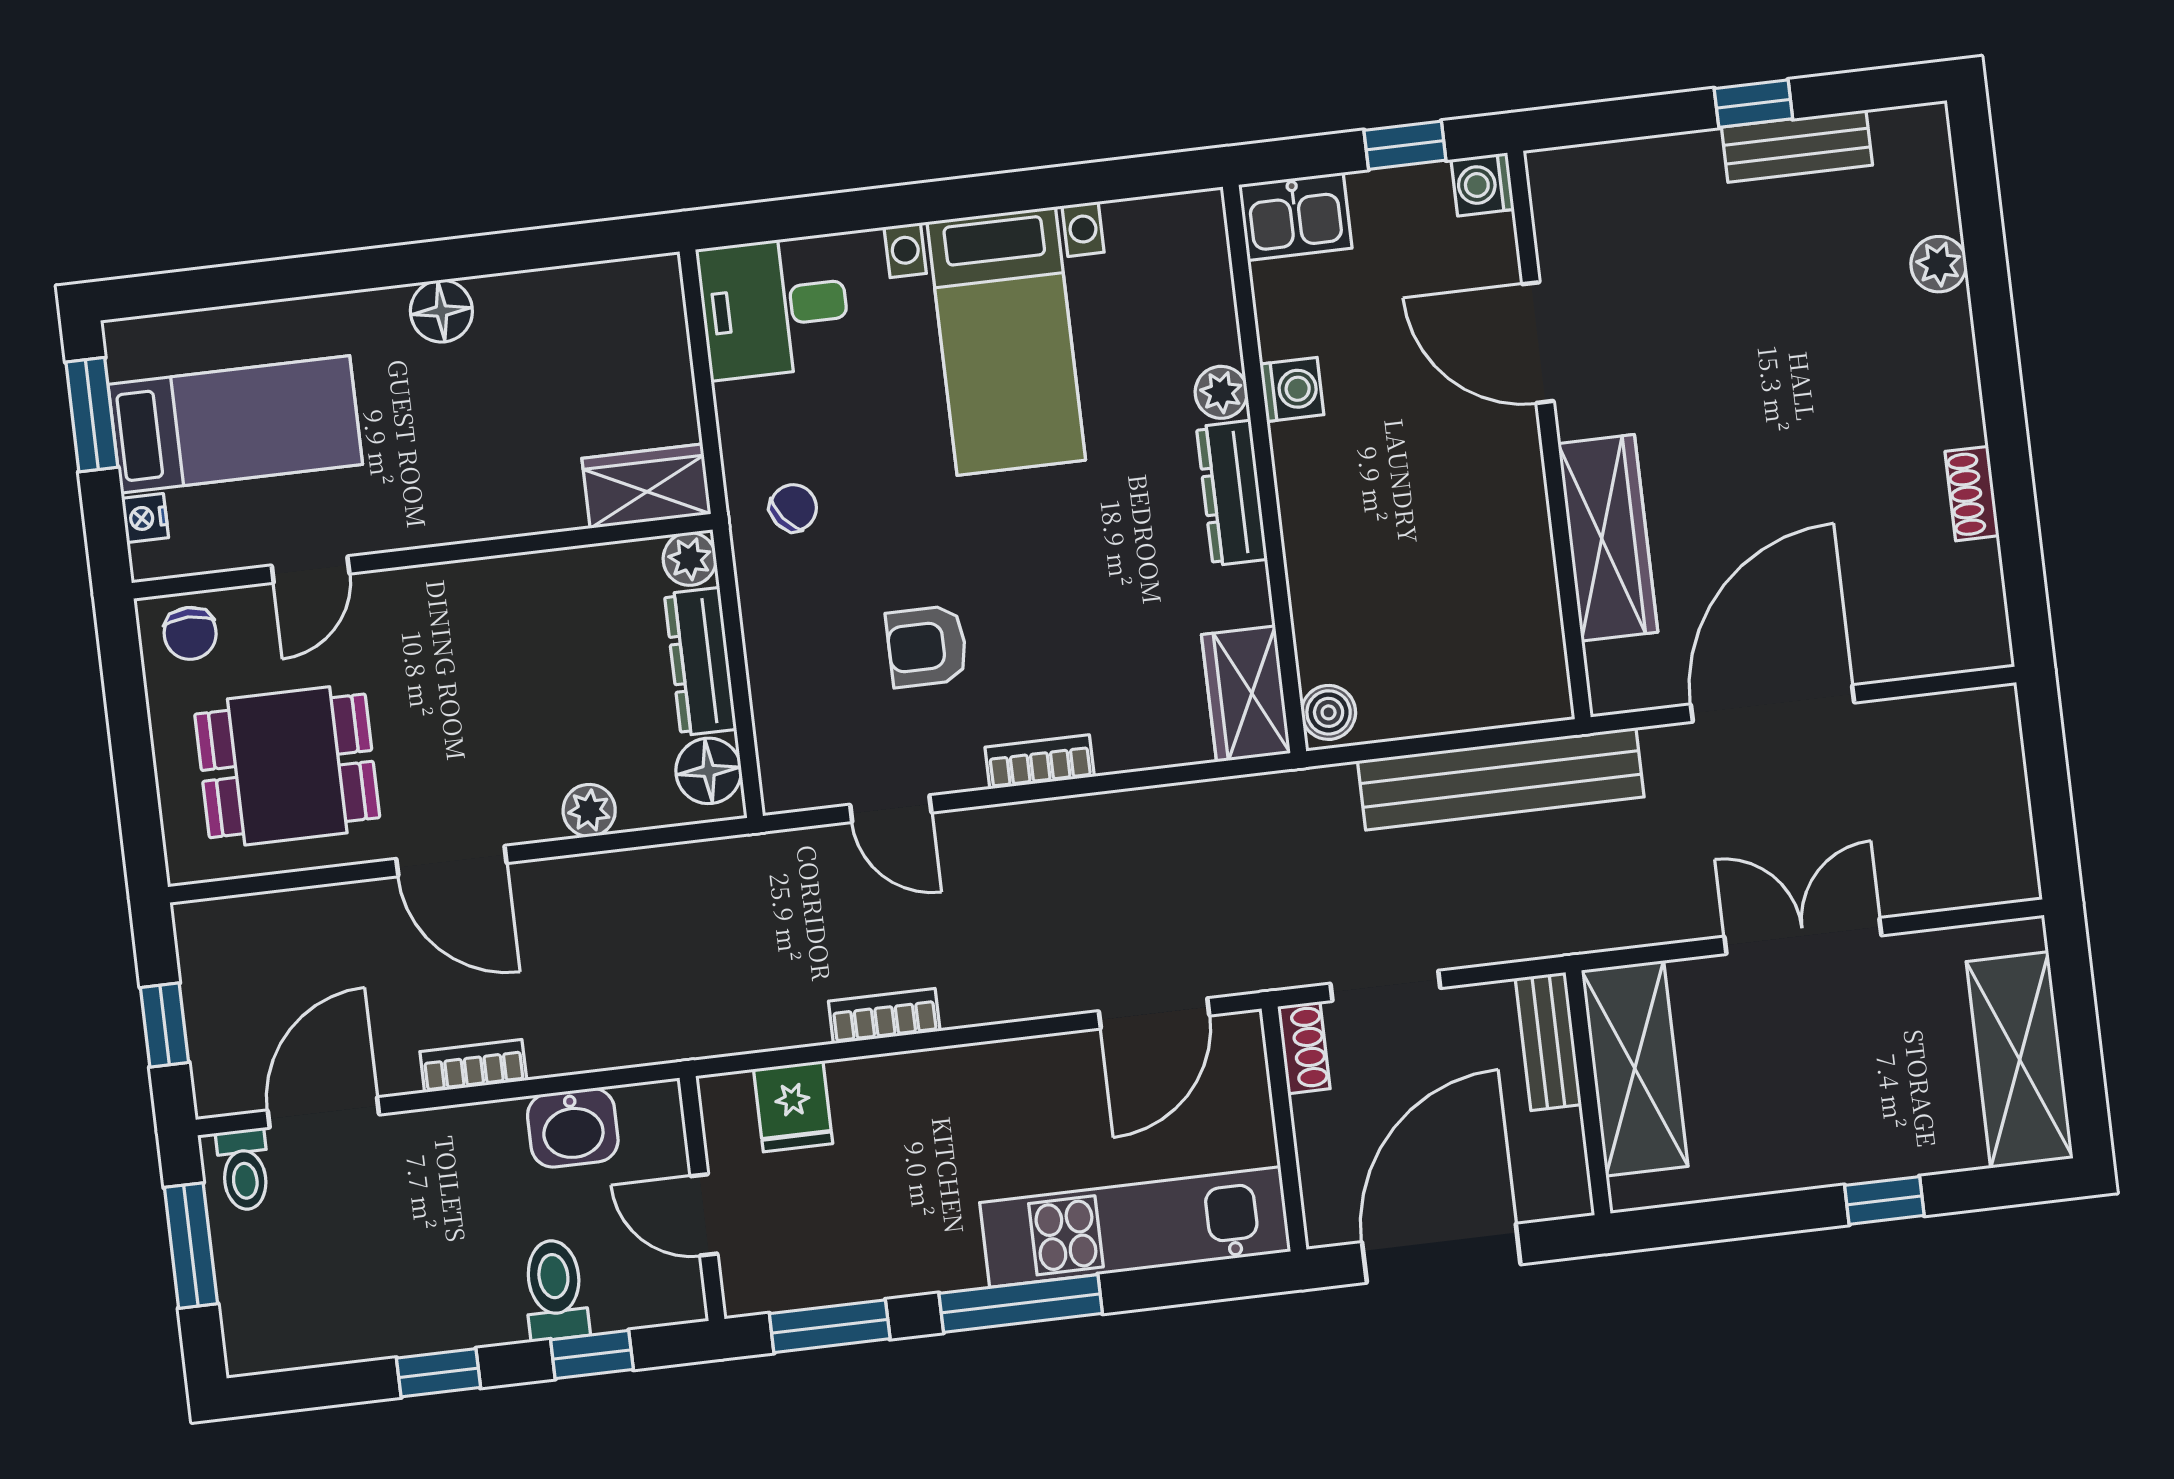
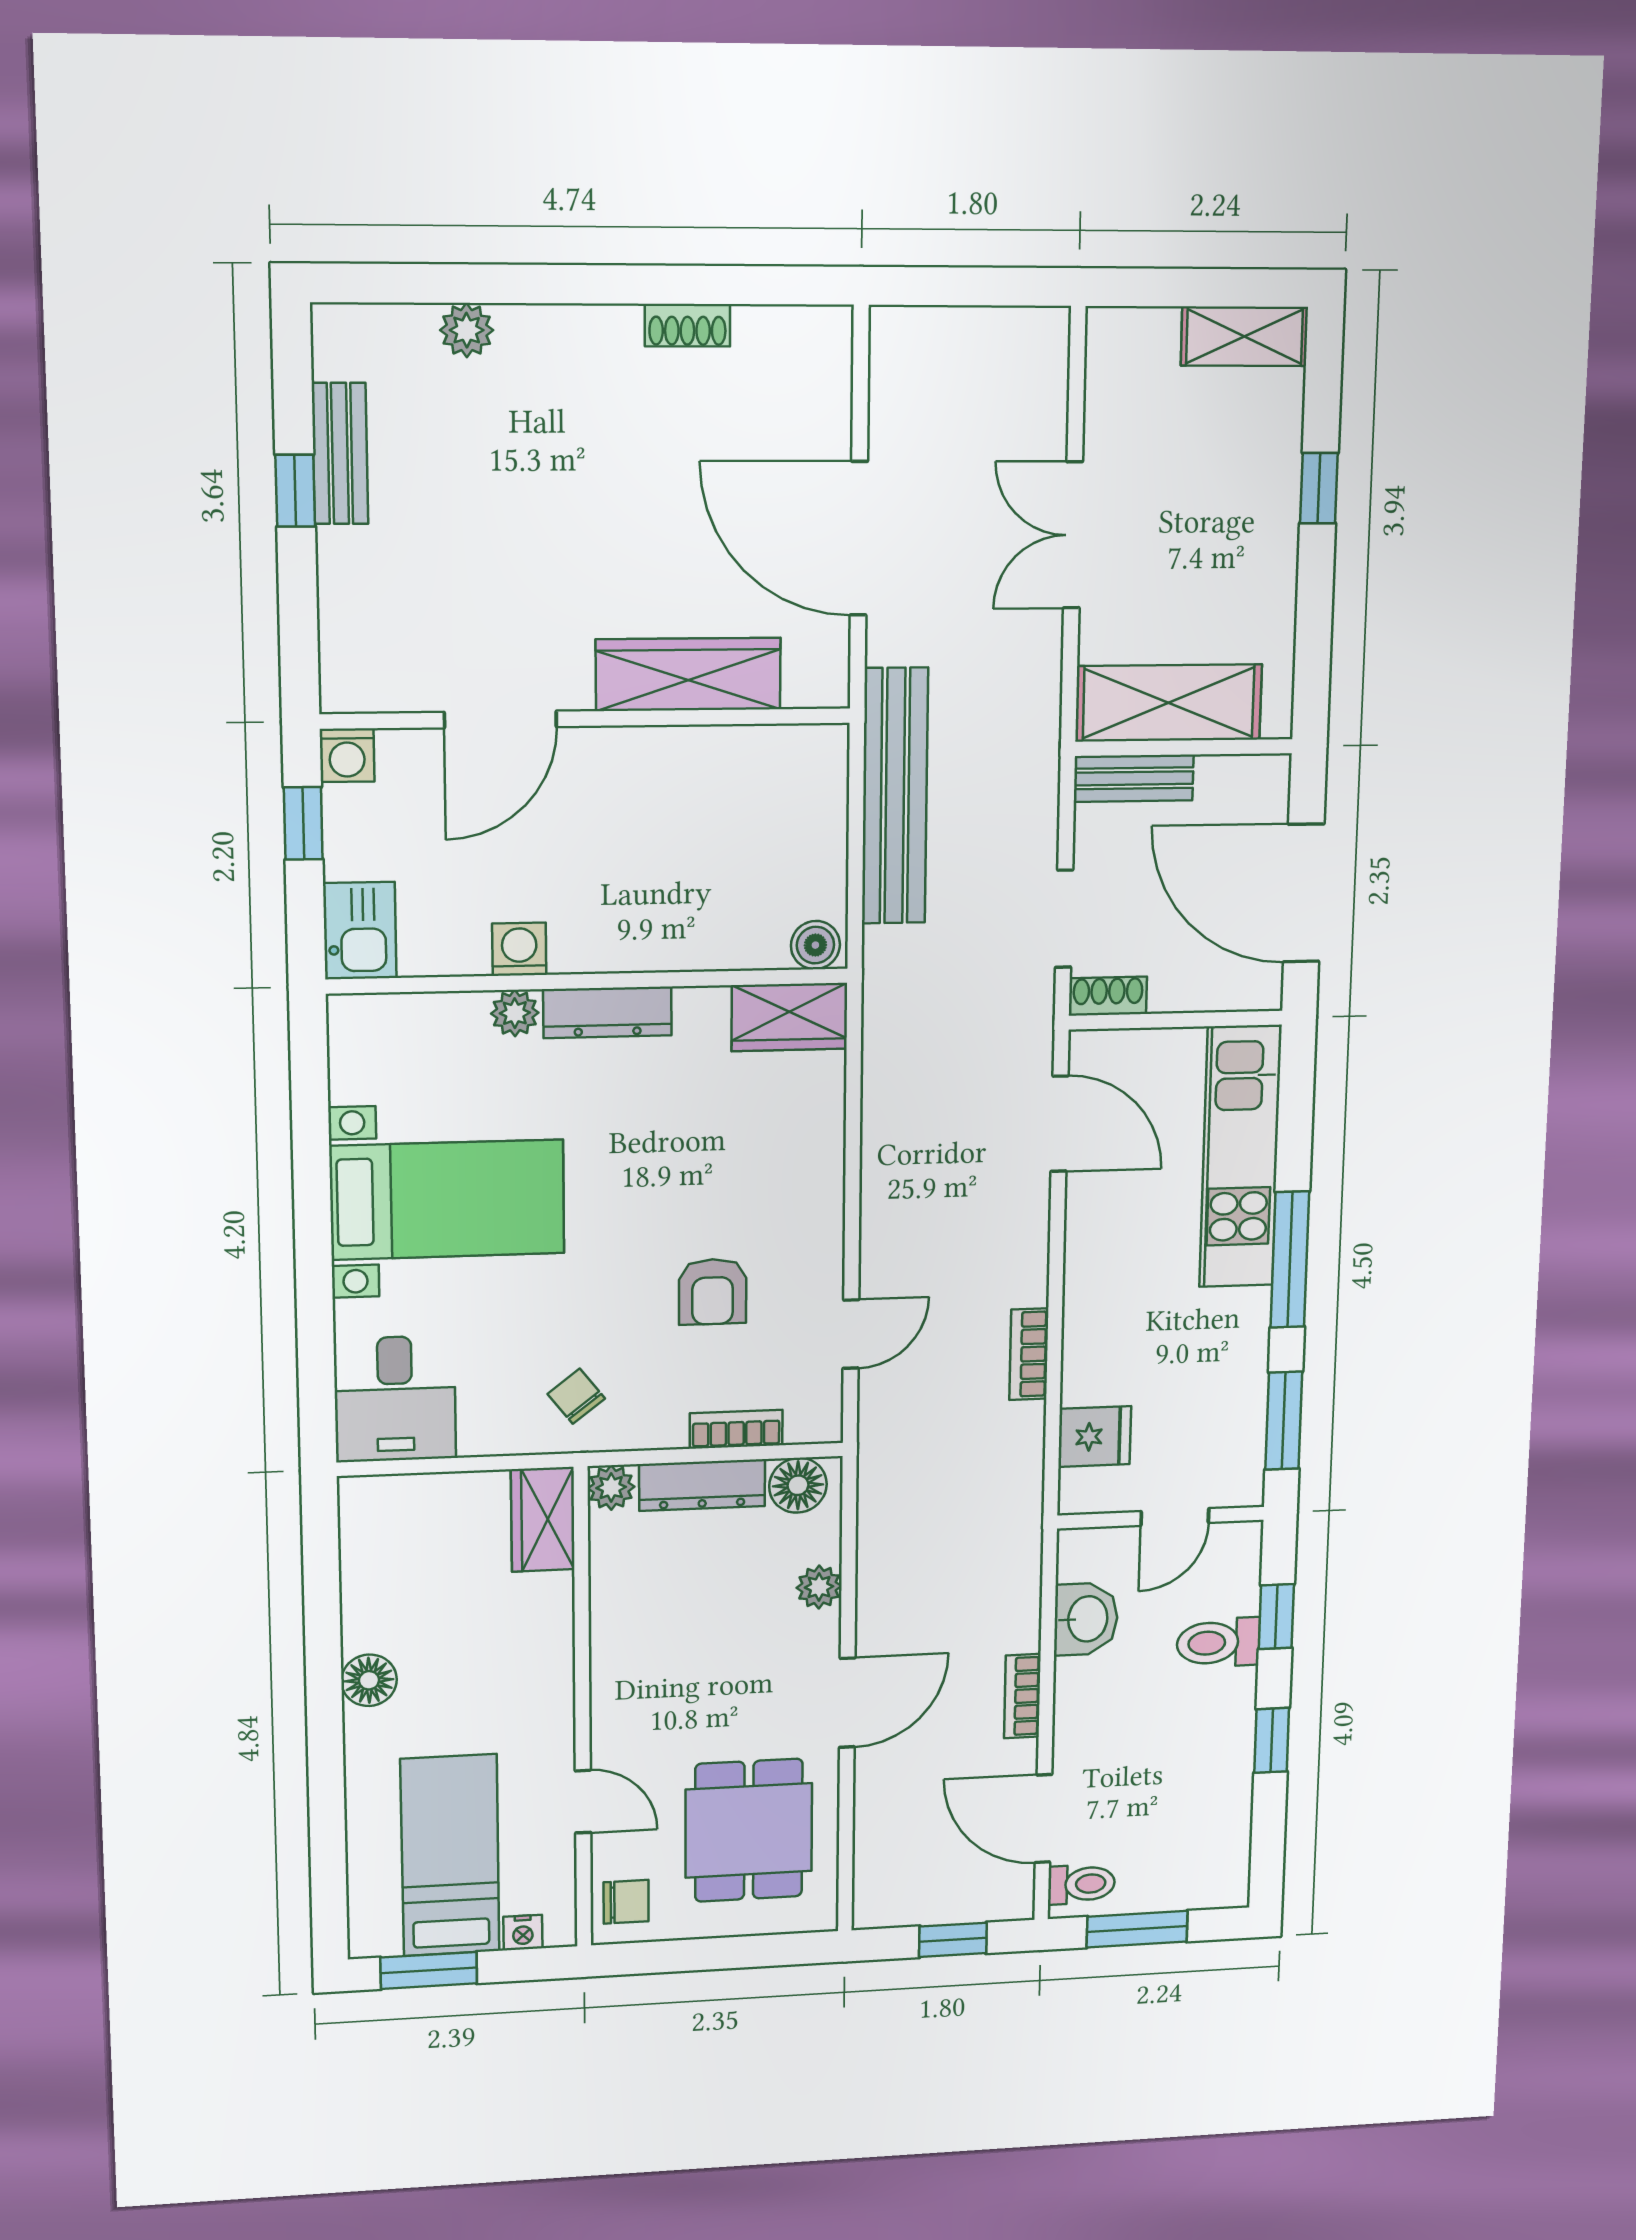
bookcase: (1040, 762) -> (736, 1429), moved, turned 90
shelving: (2020, 1060) -> (1245, 336), width x0.67, depth x0.75

